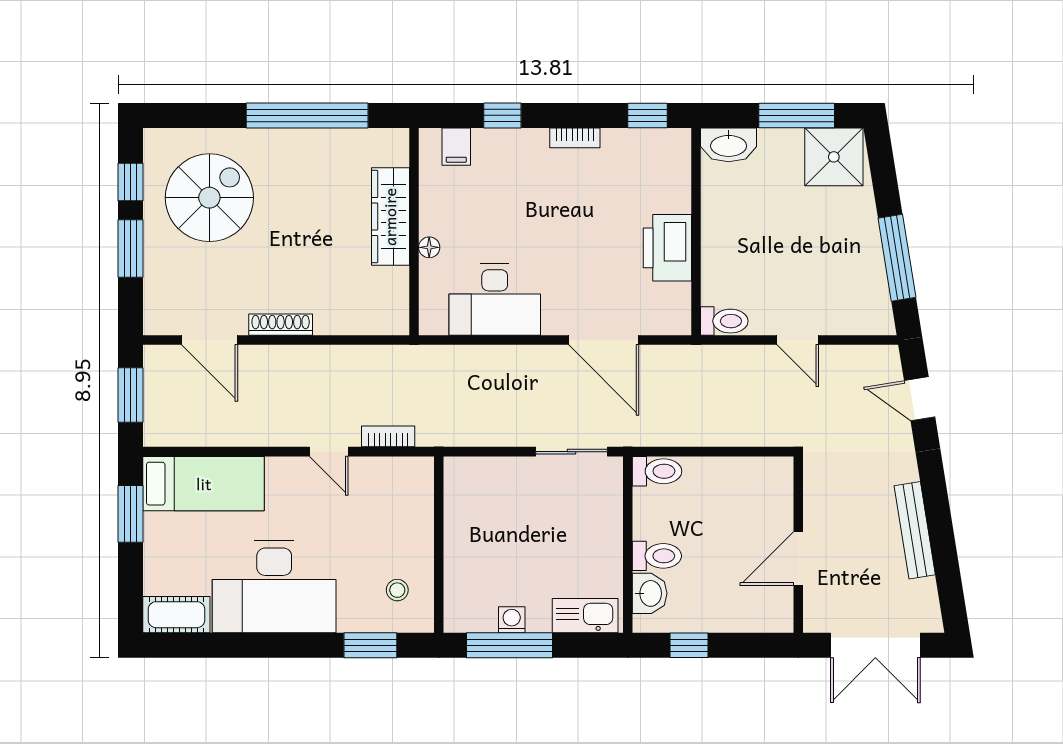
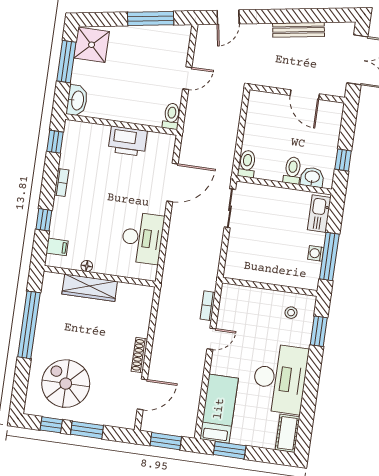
floor lamp: (429, 247) -> (87, 266), moved

